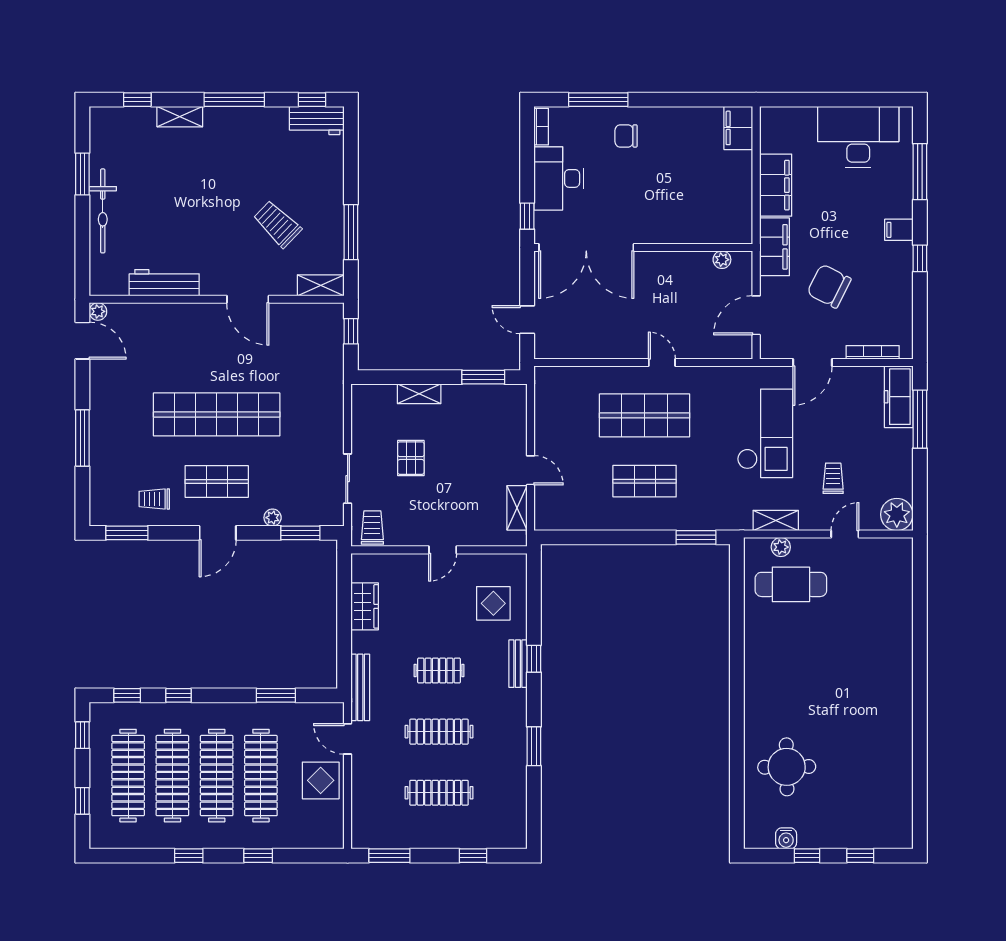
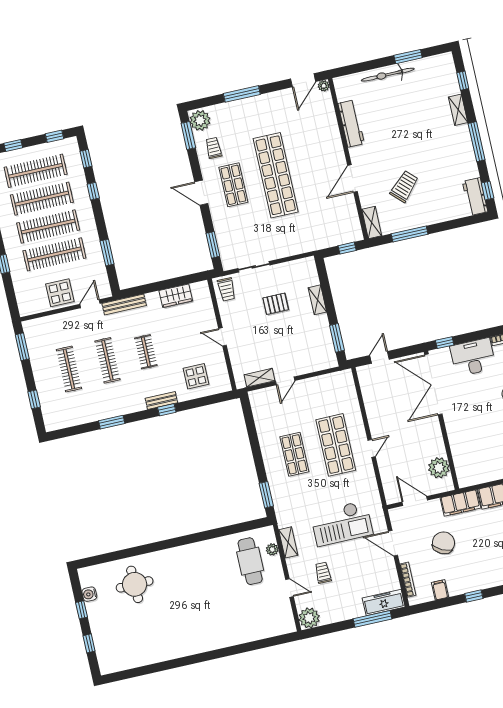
filing cabinet: (899, 230) -> (440, 590), moved
plant: (722, 260) -> (439, 468), width x1.88, depth x1.88
trolley: (833, 478) -> (323, 573), turned -90
plant: (273, 518) -> (200, 120), moved, width x1.88, depth x1.88
trolley: (372, 528) -> (227, 289), turned 90

